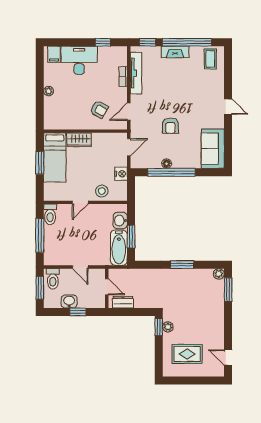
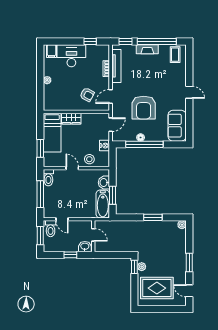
armchair: (170, 126) -> (144, 108), width x1.88, depth x1.88
window: (40, 163) -> (40, 148), moved
door: (80, 202) -> (72, 168), swing flipped
door: (80, 267) -> (62, 219), moved
window: (228, 290) -> (189, 263), moved
washbasin: (69, 301) -> (85, 247), moved
dresser: (123, 302) -> (106, 247), removed
rug: (187, 354) -> (157, 288), width x1.36, depth x1.43

